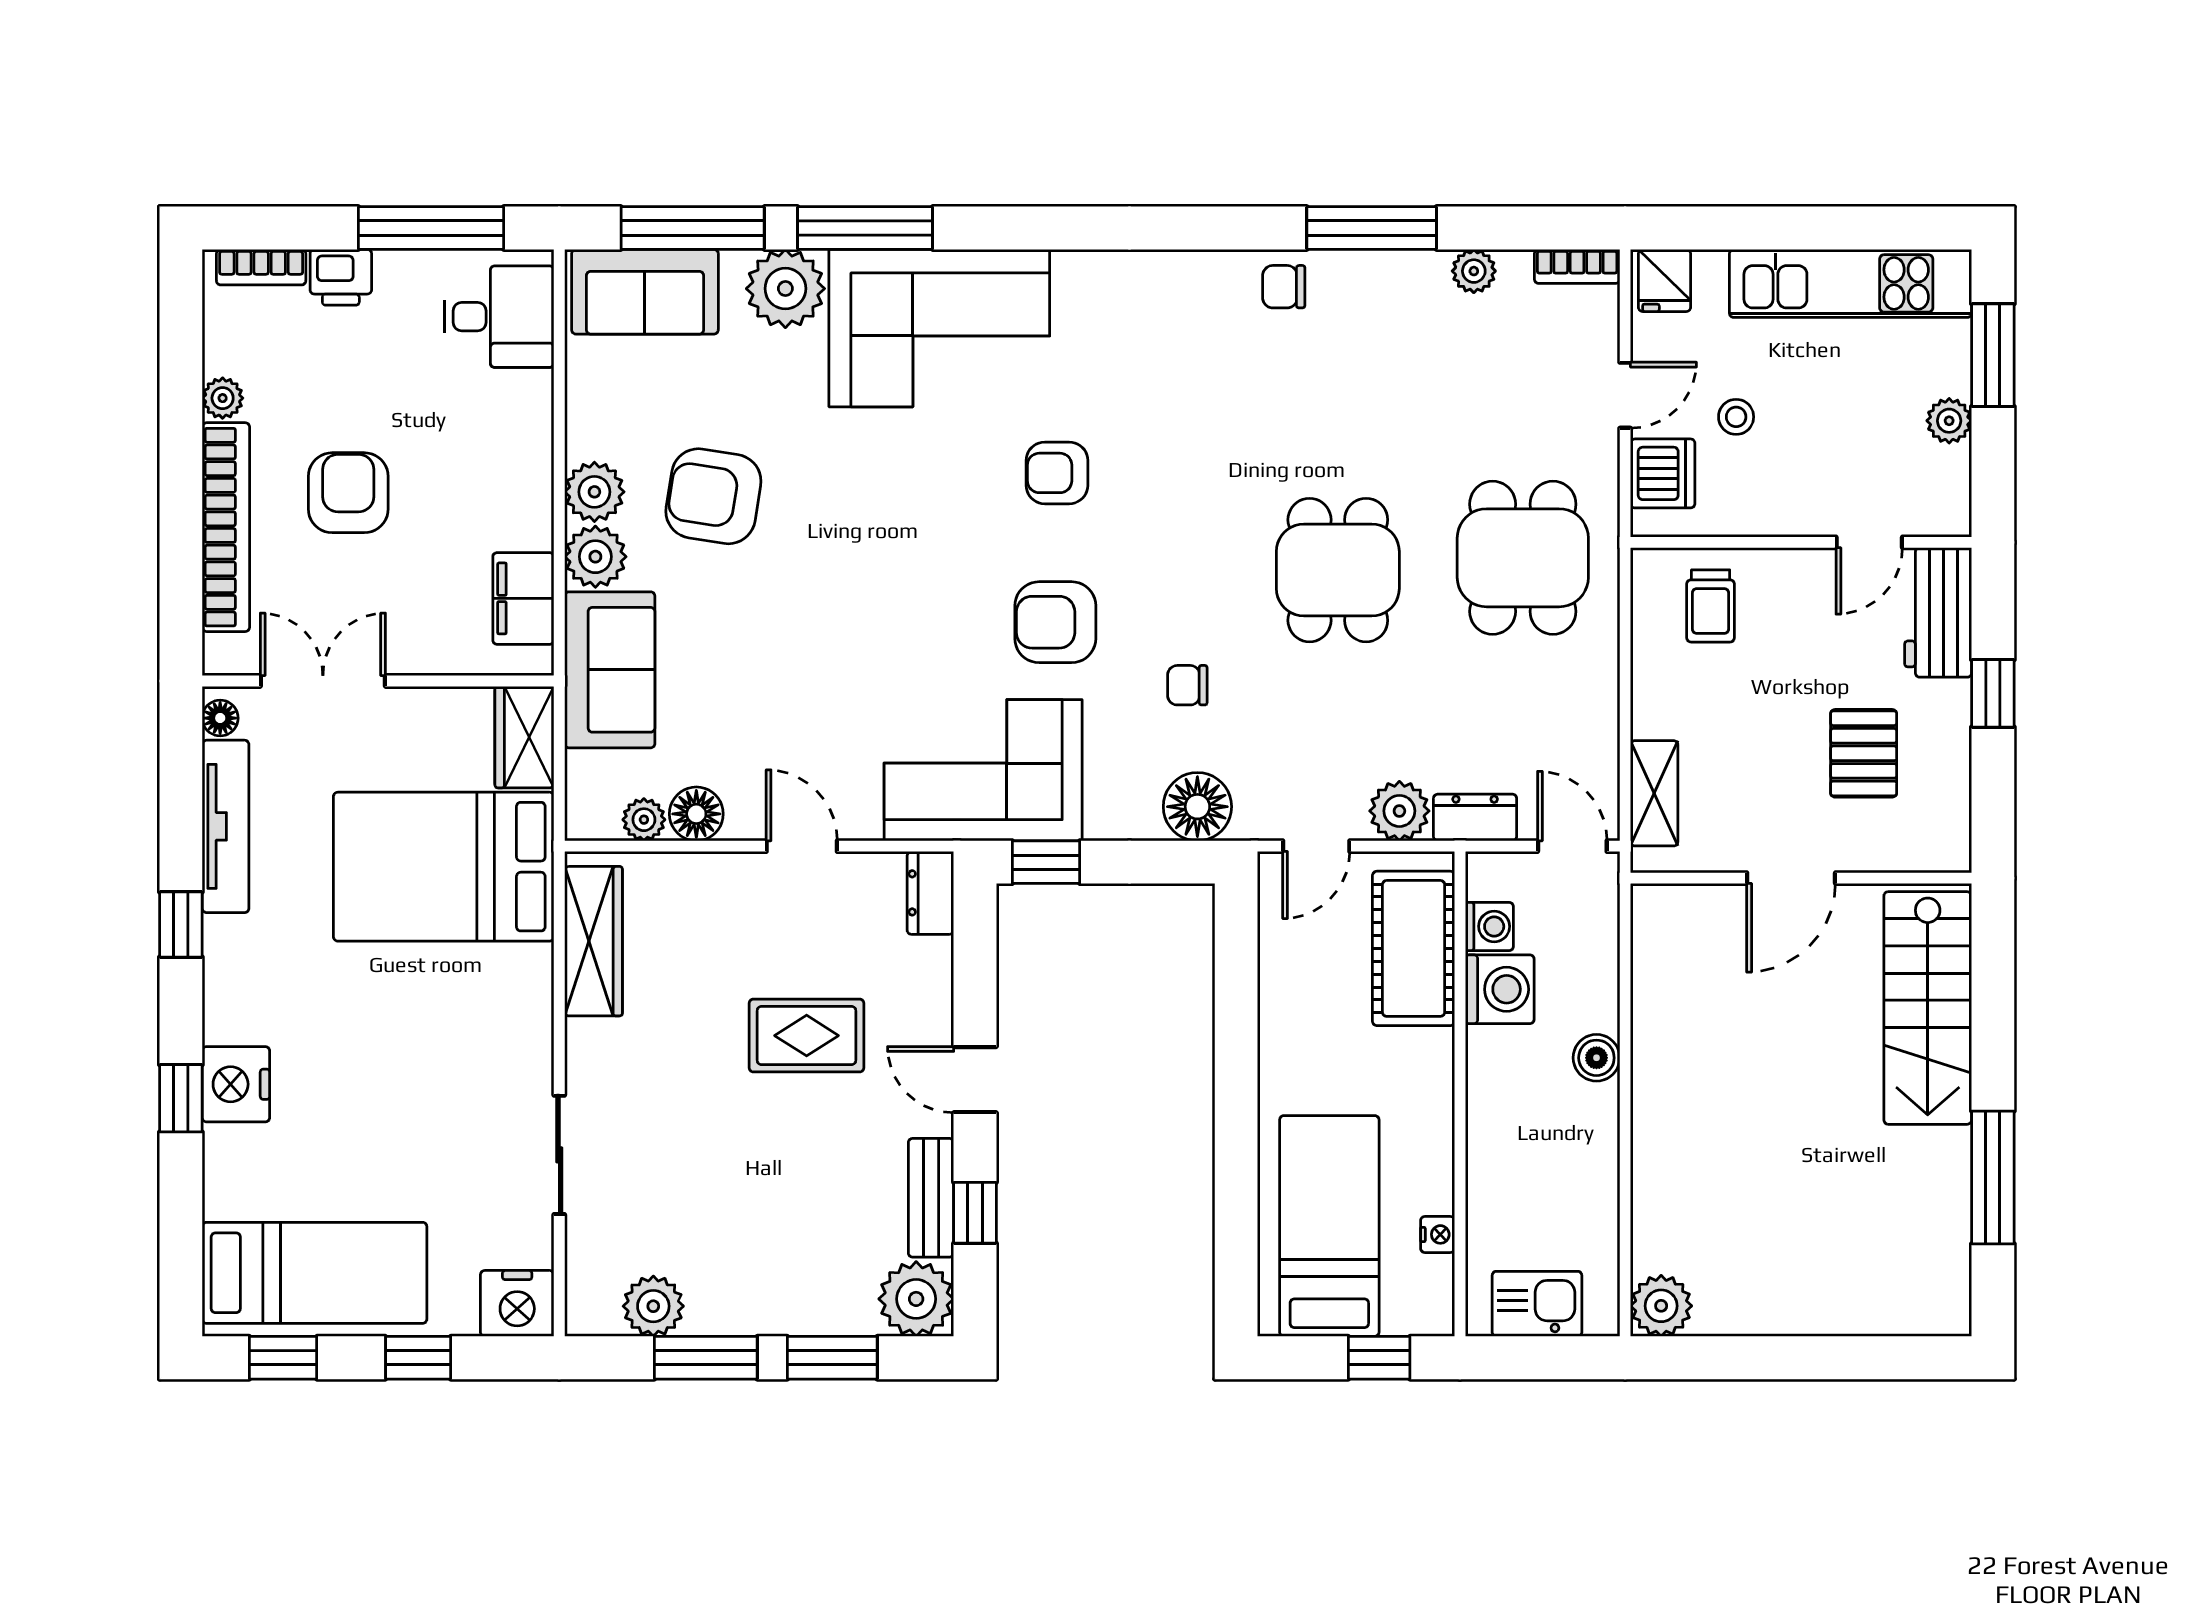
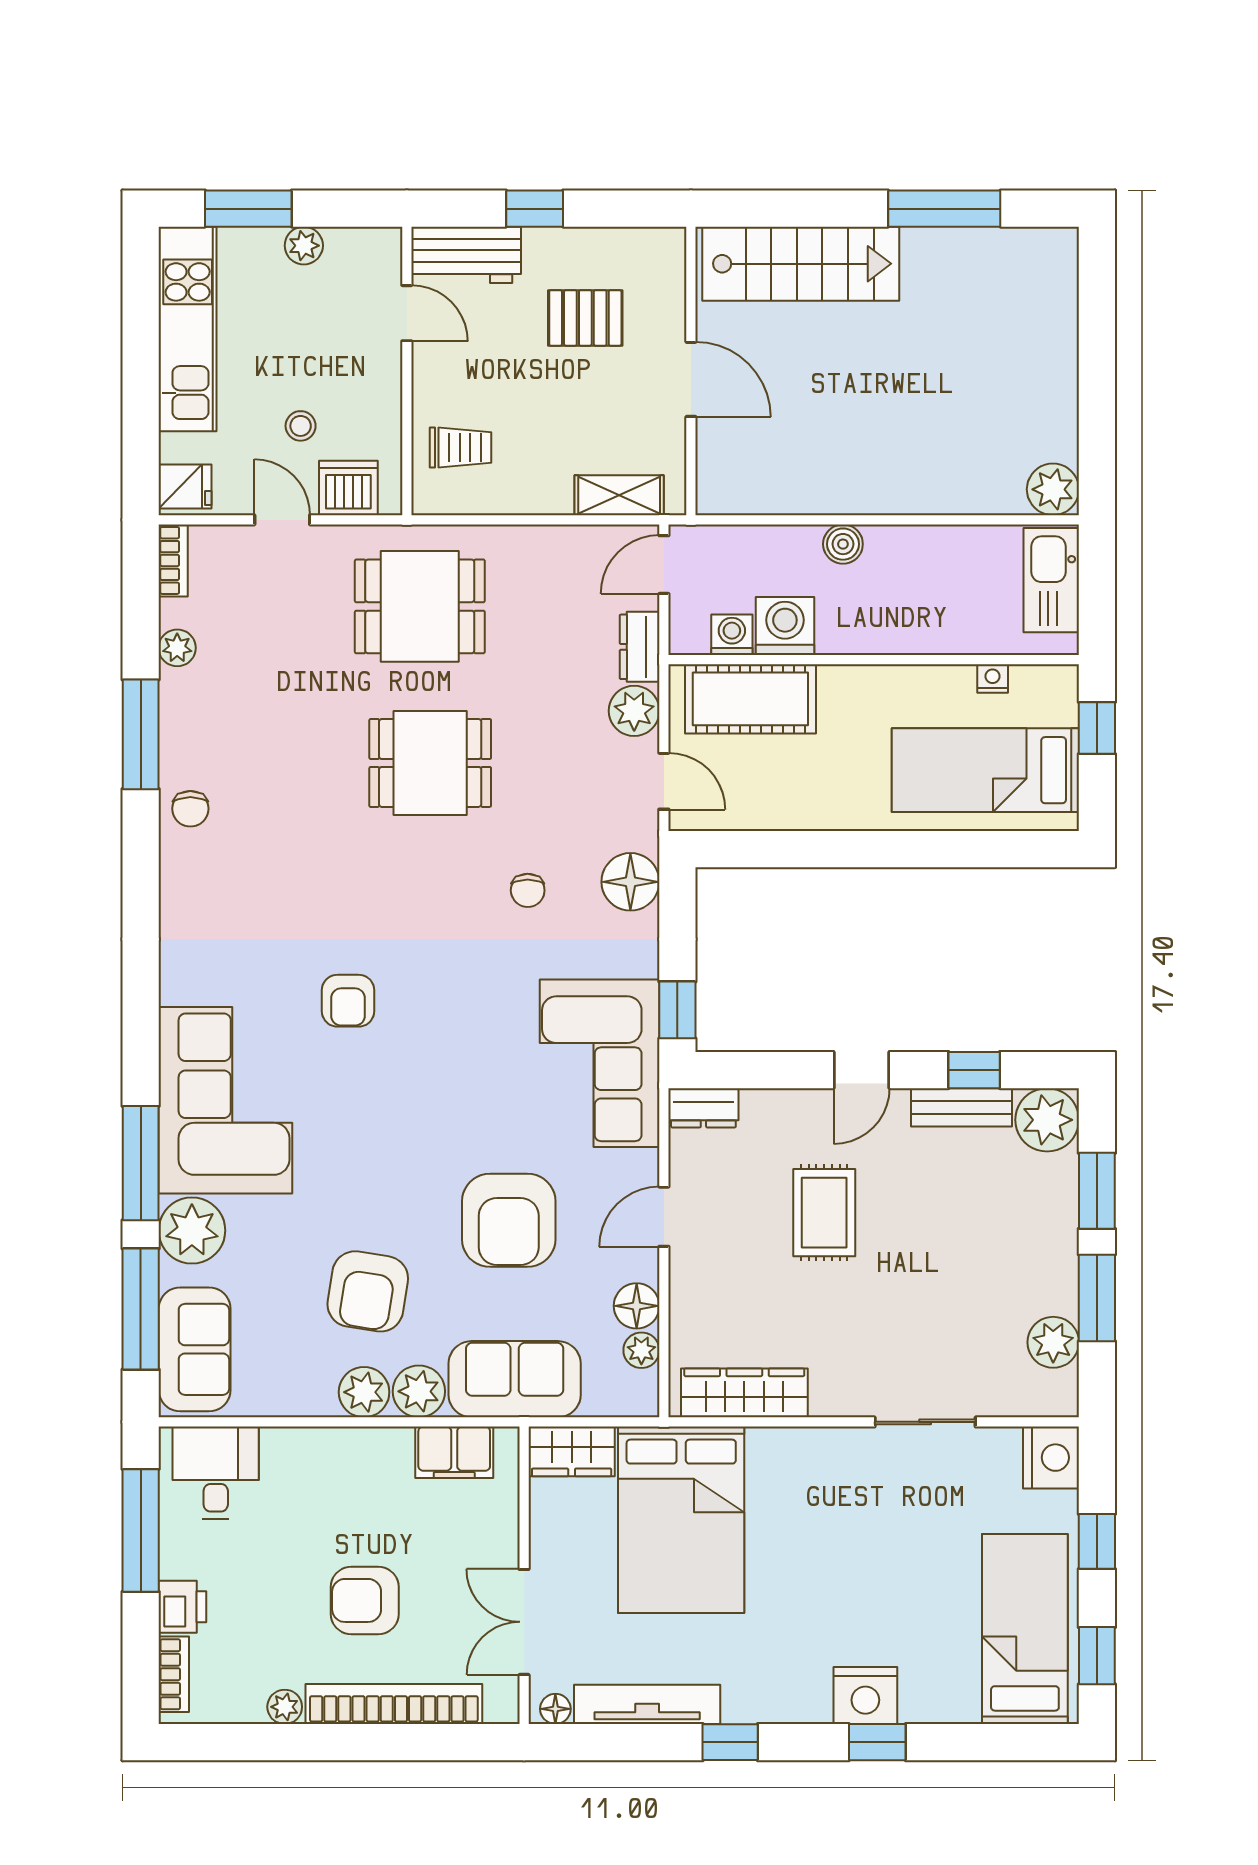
armchair: (1055, 622) -> (509, 1220), moved, width x1.36, depth x1.36
kitchen sink: (1537, 1304) -> (1051, 580), width x1.38

